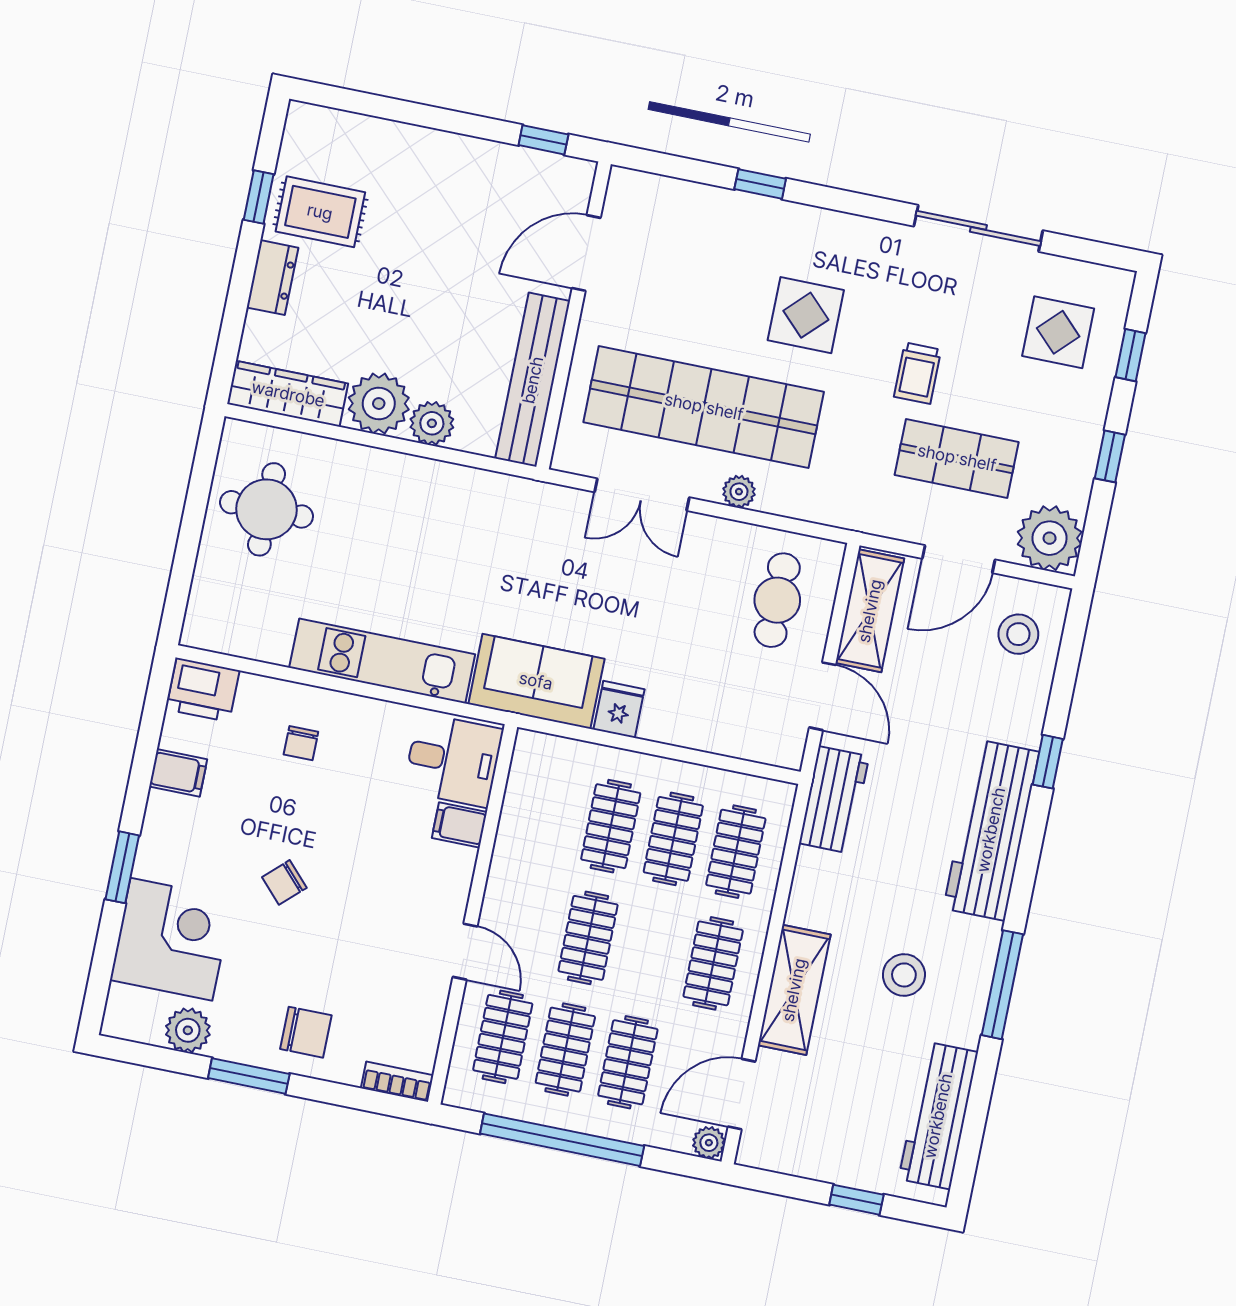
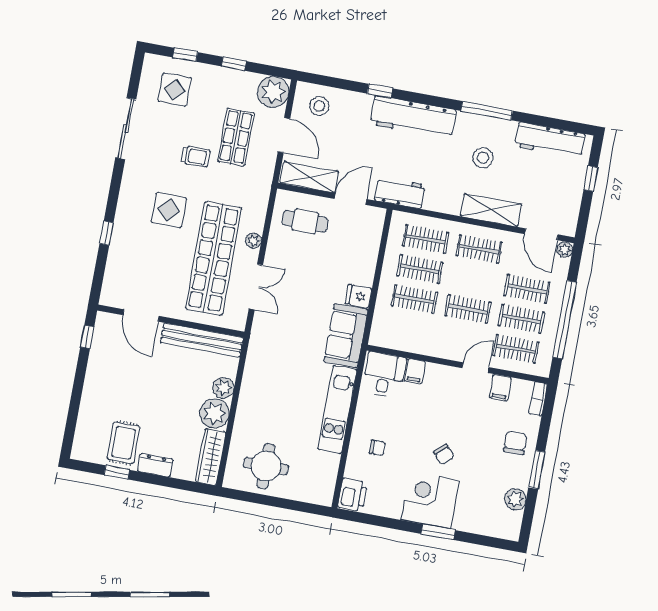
filing cabinet: (178, 773) -> (500, 388), moved, turned 180
corner desk: (171, 939) -> (430, 500), moved

